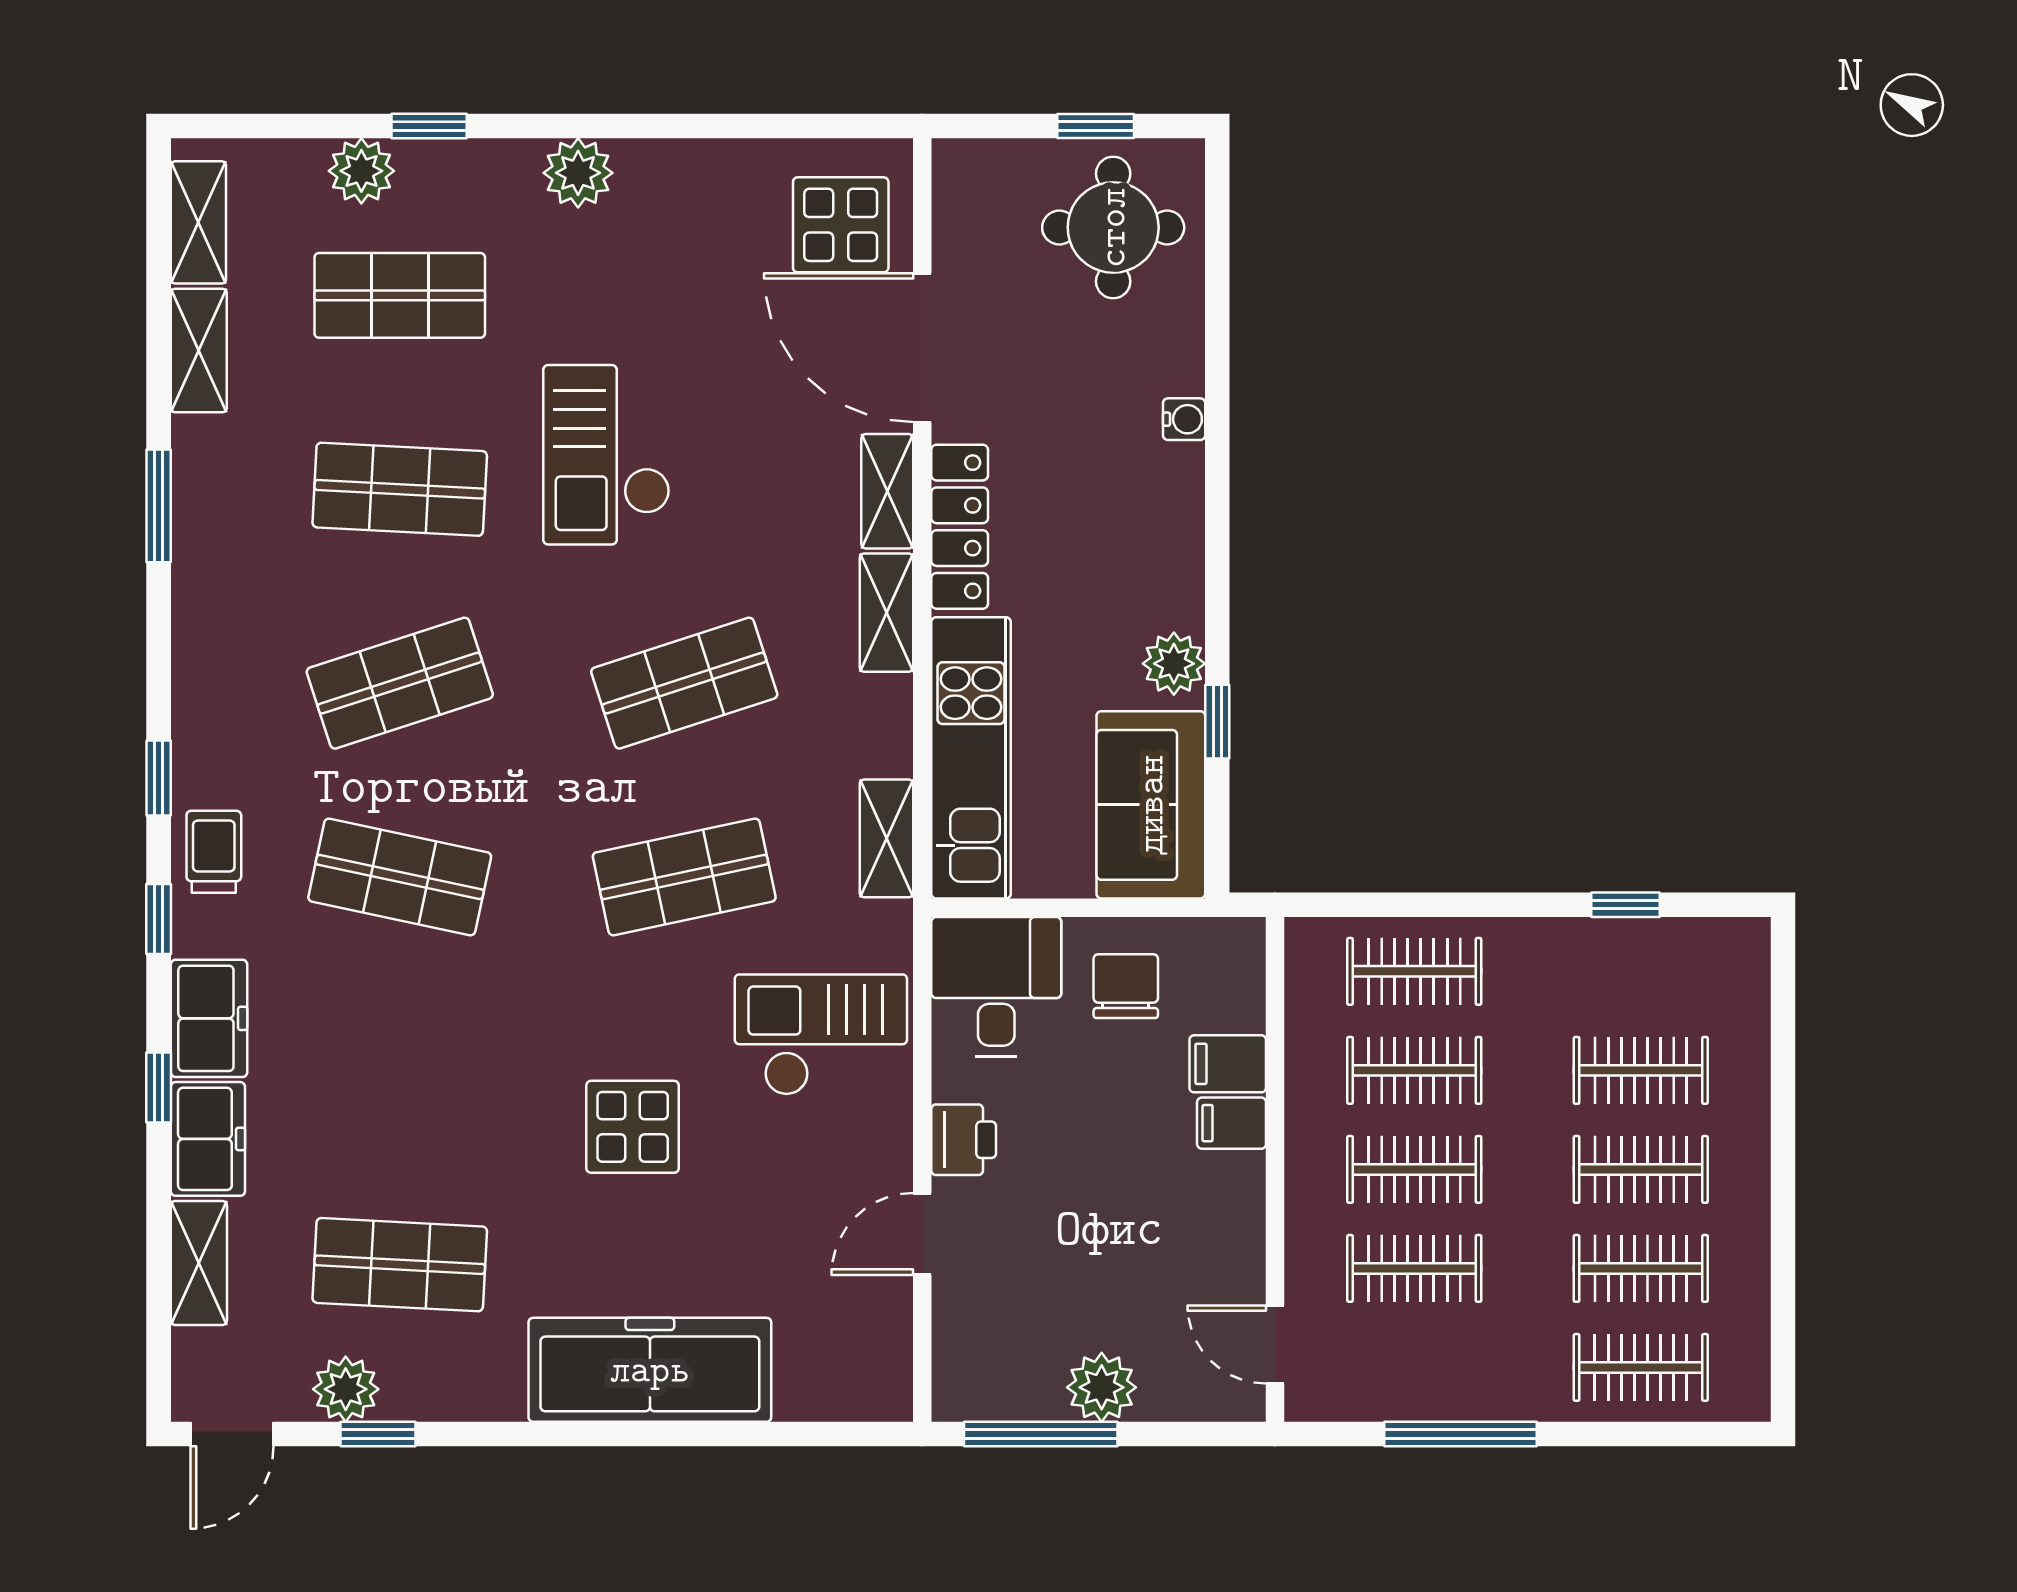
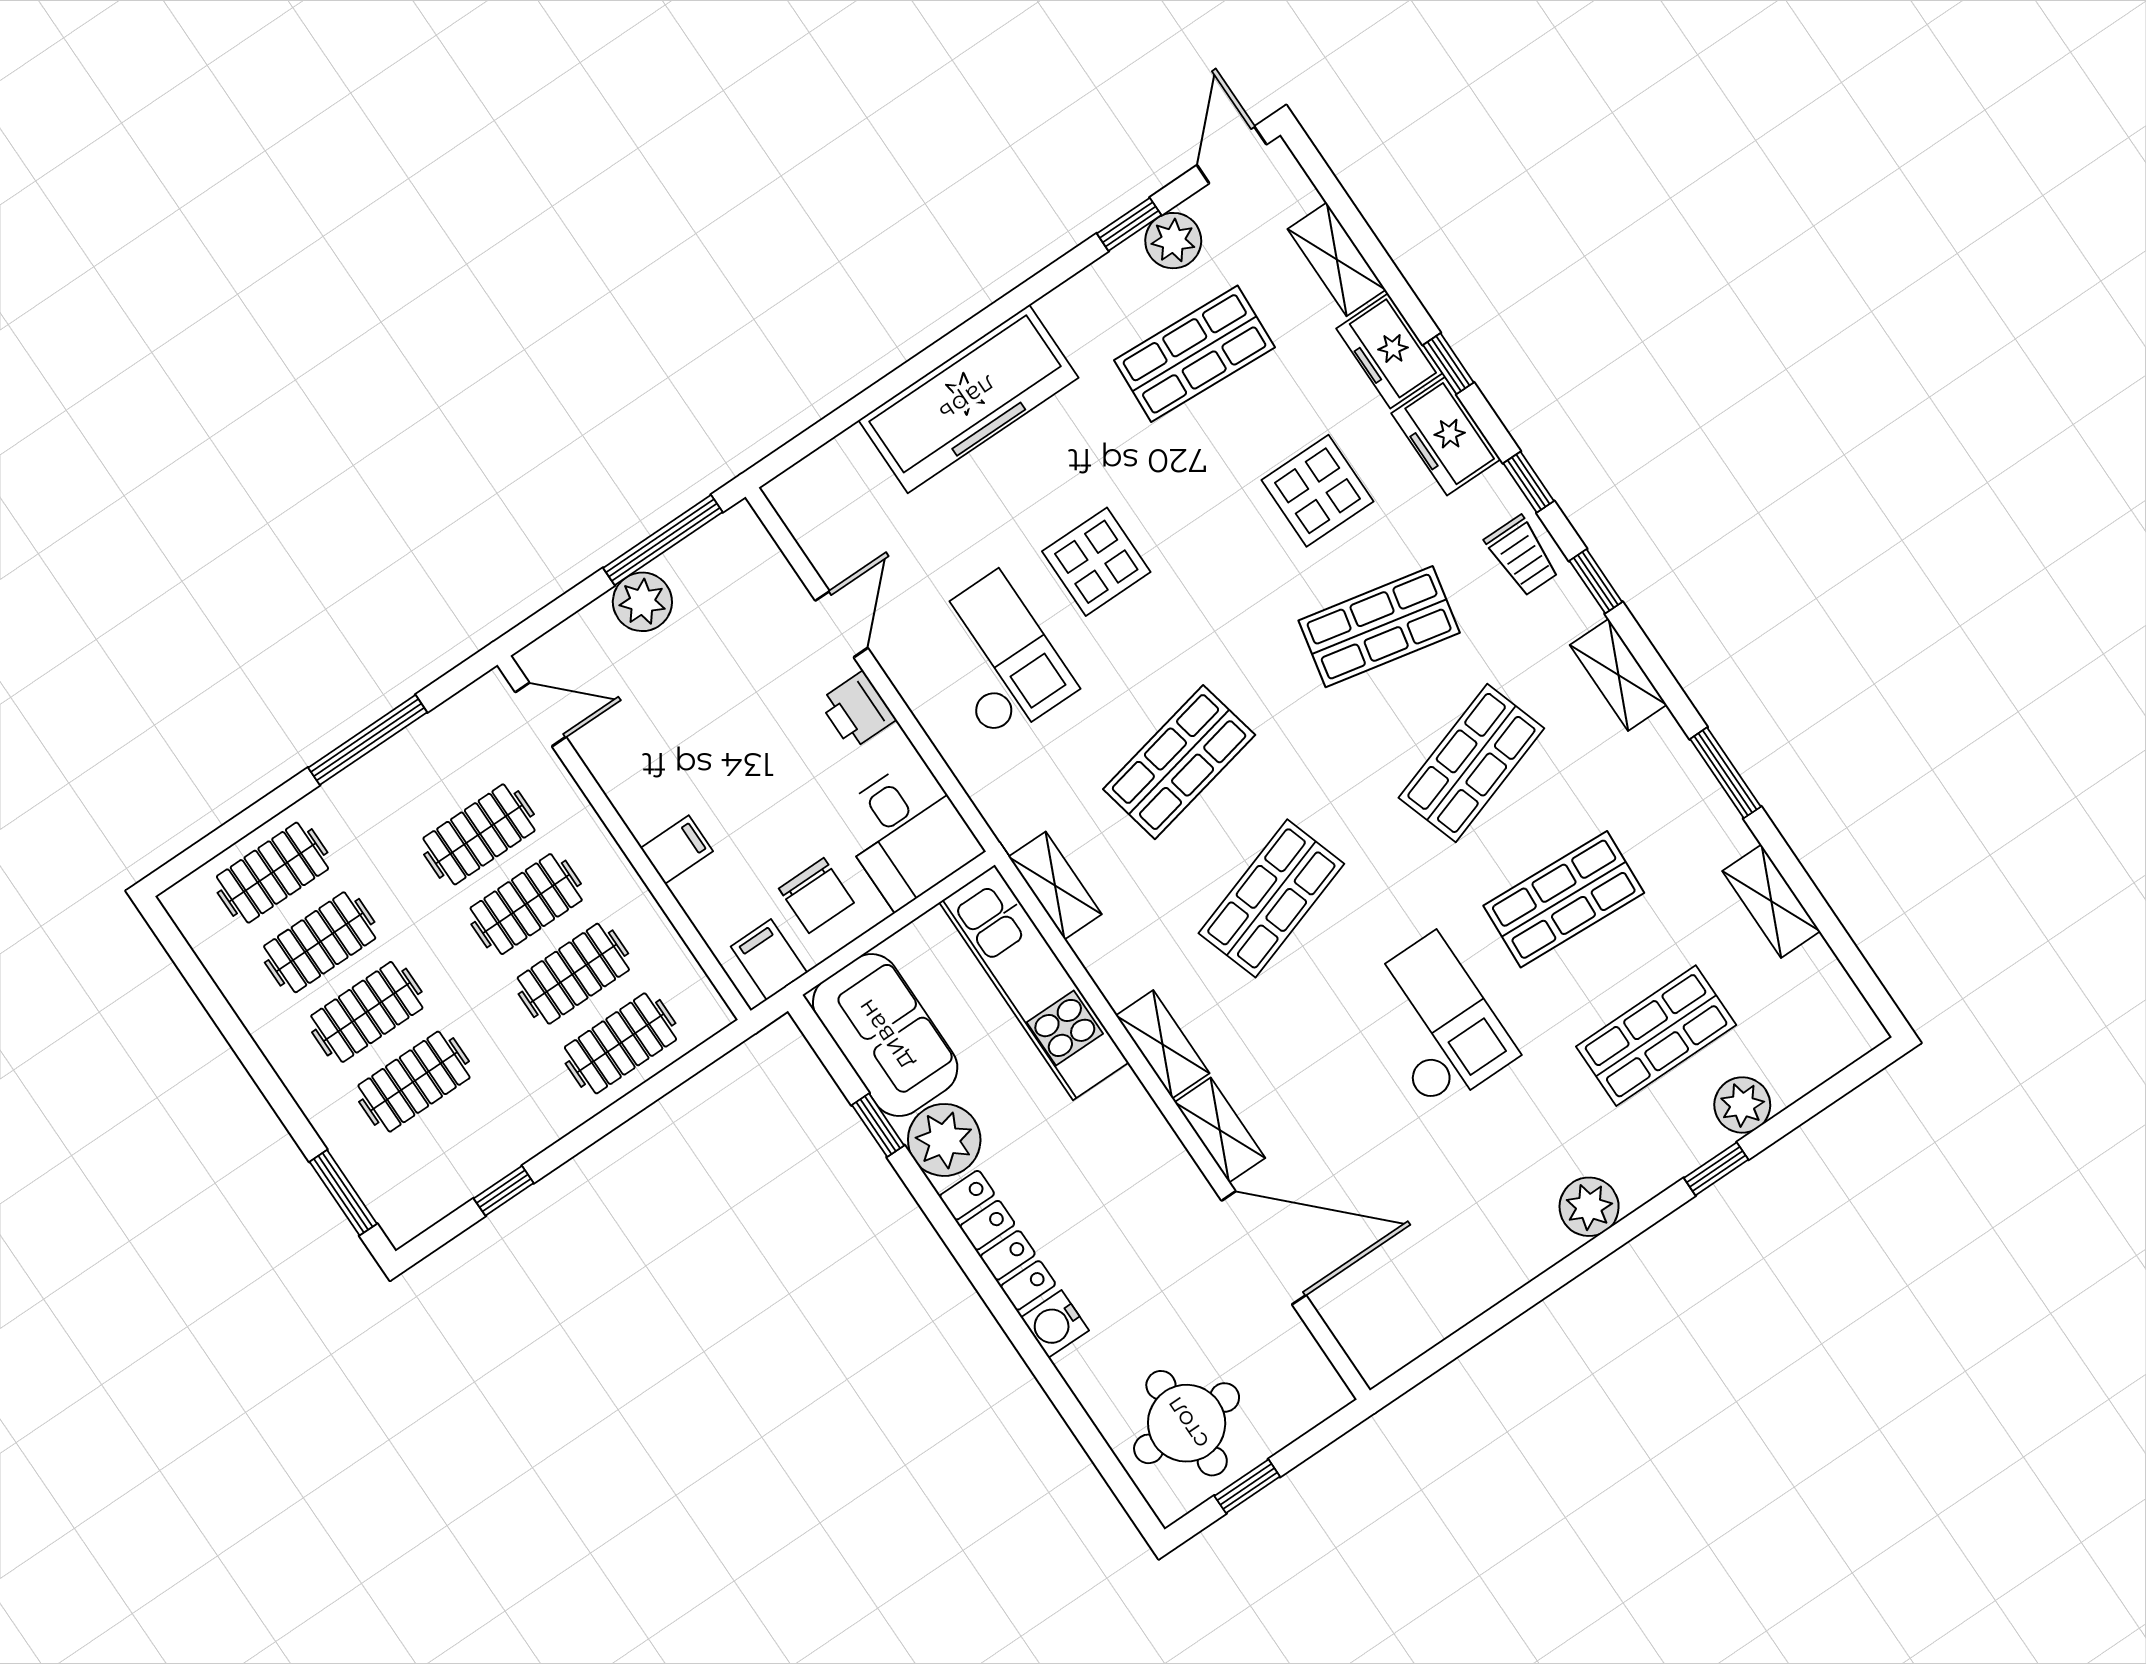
shelving: (198, 222) -> (1618, 675), moved
display table: (841, 225) -> (1317, 491), moved
water cooler: (1184, 419) -> (1055, 1324), width x1.38, depth x1.38
locker: (960, 527) -> (997, 1240), moved, turned 180
plant: (1174, 664) -> (944, 1140), width x1.36, depth x1.36
window: (1783, 1009) -> (343, 1193), added
checkout: (821, 1035) -> (997, 657), moved, turned -90
filing cabinet: (1228, 1064) -> (769, 960), moved, turned -90

